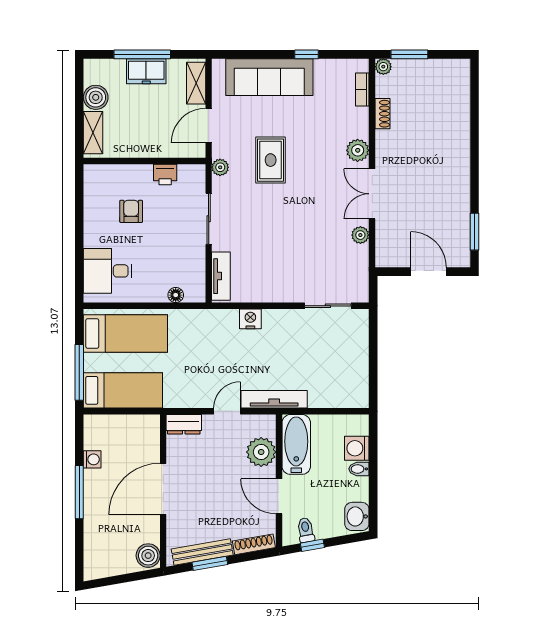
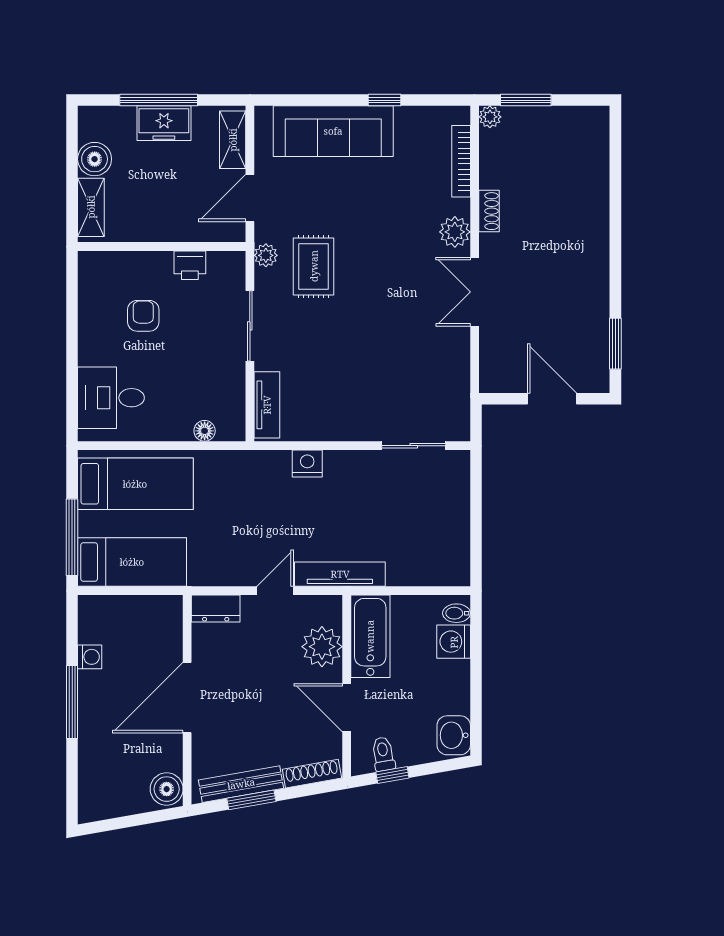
bookcase: (362, 90) -> (461, 161), width x1.56
shoe rack: (383, 114) -> (489, 211), moved
rug: (271, 160) -> (314, 266), moved
plant: (360, 235) -> (458, 348), removed
bidet: (359, 469) -> (456, 613), moved

